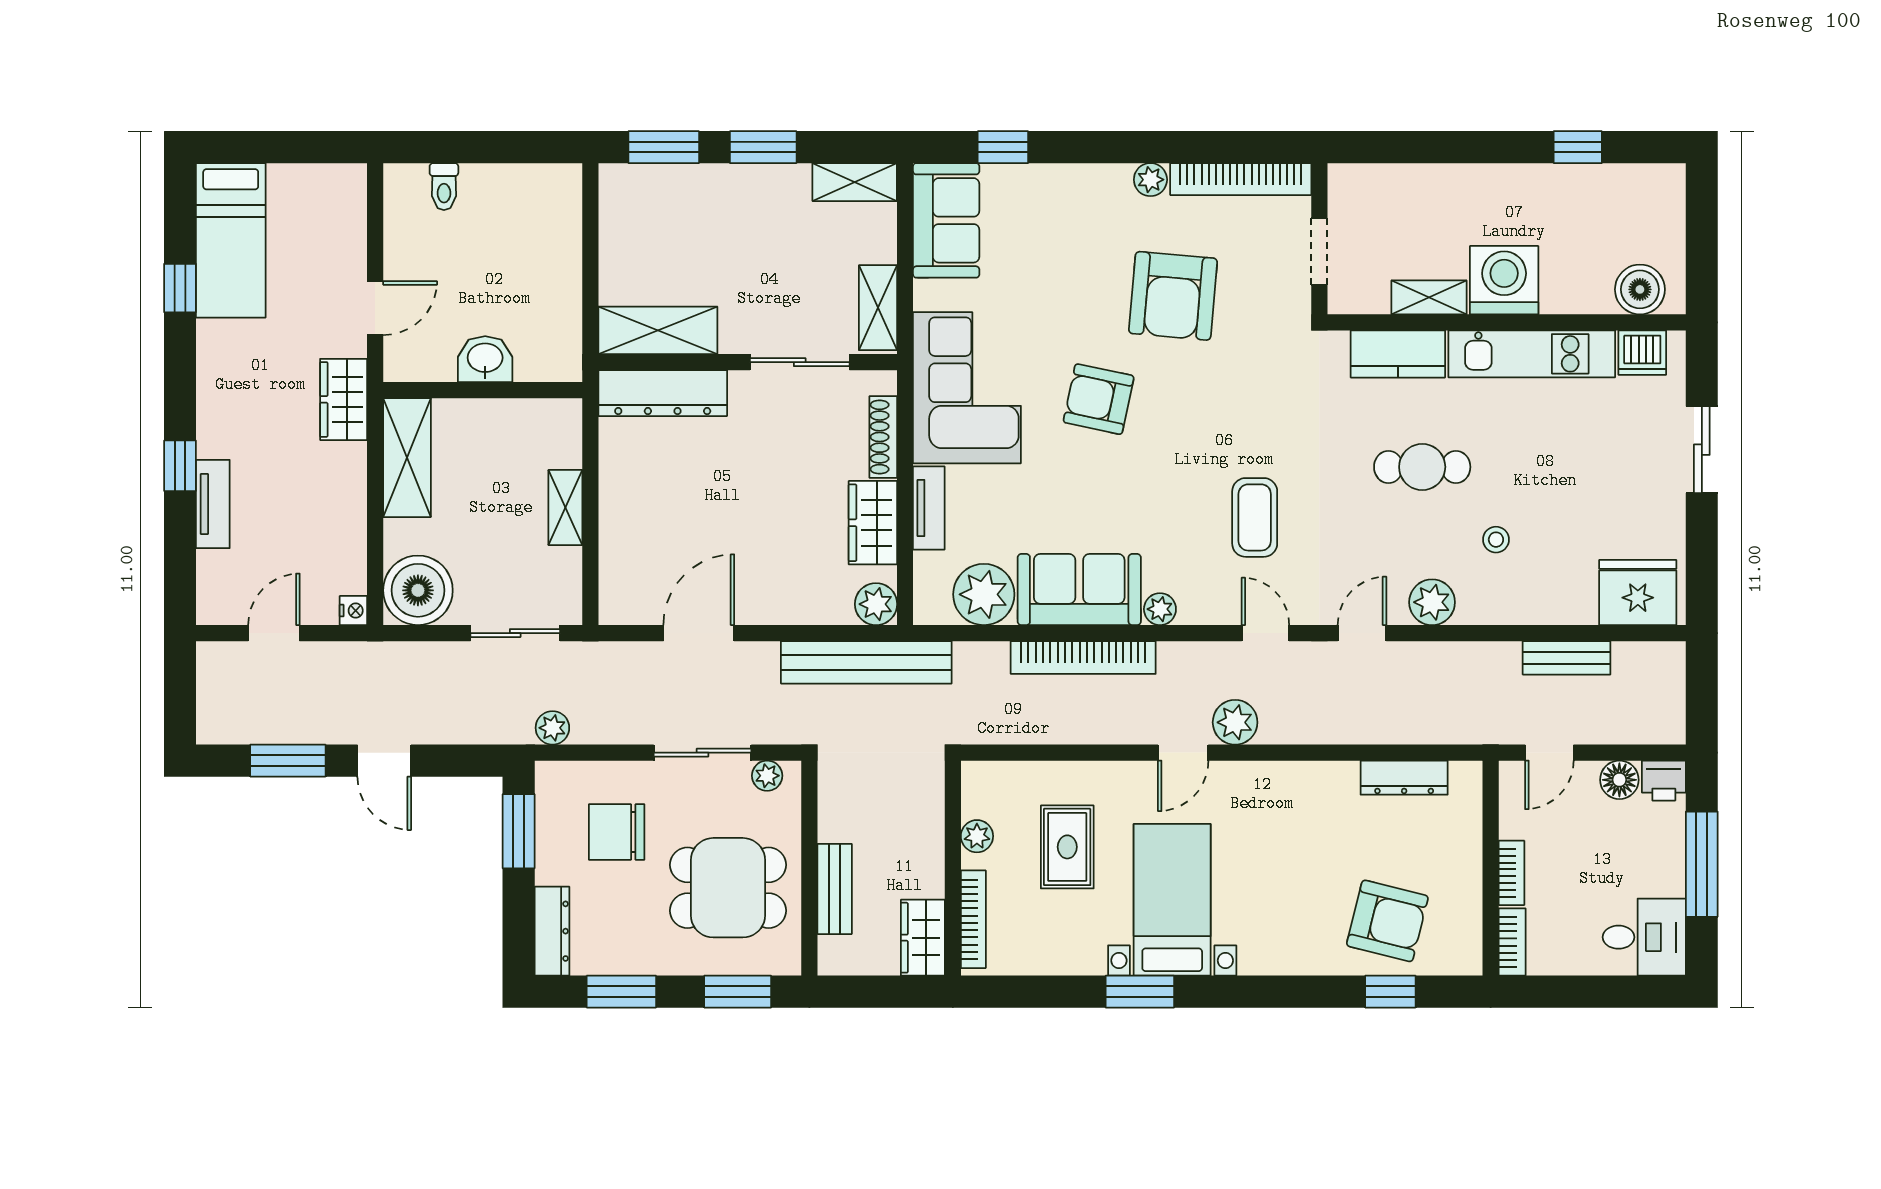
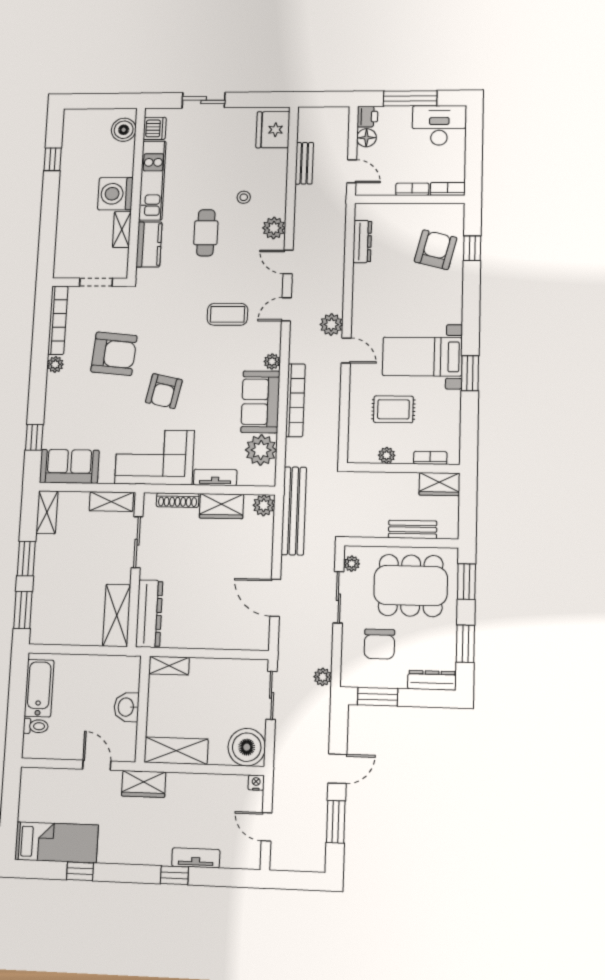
bathtub: (516, 188) -> (39, 688), added
shelving: (565, 508) -> (169, 666), moved
dining table: (728, 888) -> (411, 586), width x1.38
bookcase: (973, 919) -> (430, 458), width x0.64
desk: (1644, 937) -> (439, 125), width x1.37

